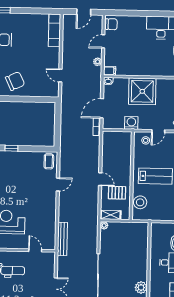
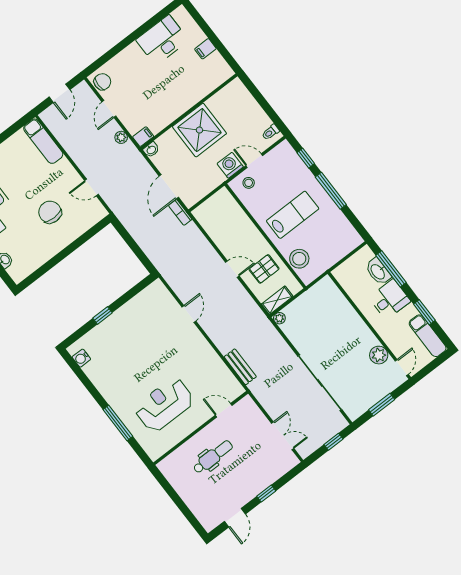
chair: (15, 81) -> (50, 212), moved, turned -65
washing machine: (131, 123) -> (230, 165), moved
door: (158, 131) -> (254, 161), swing flipped
coffee table: (49, 161) -> (157, 296), removed
bench: (62, 239) -> (240, 367), width x0.73

